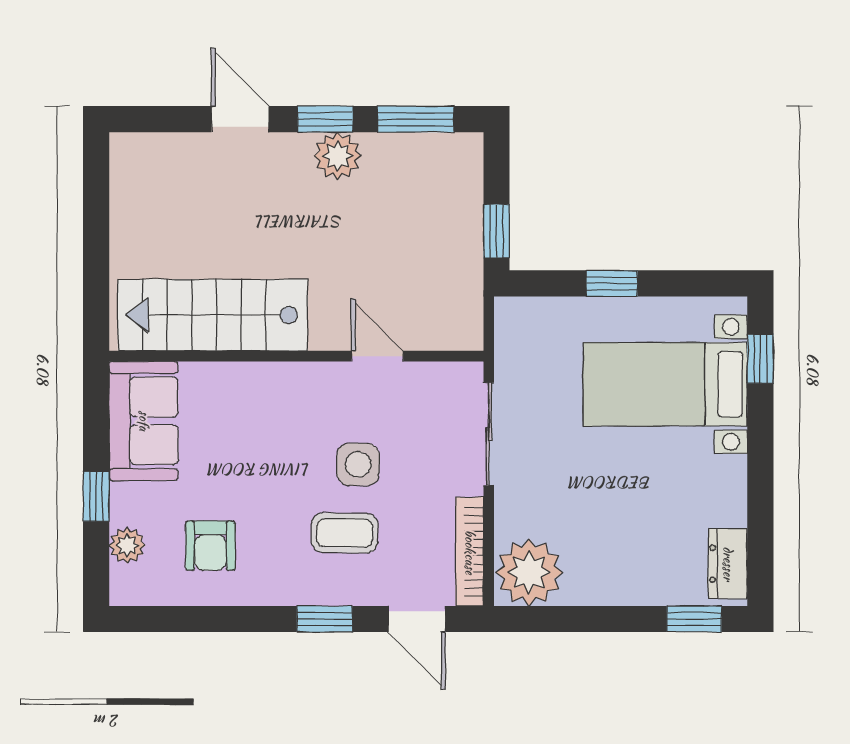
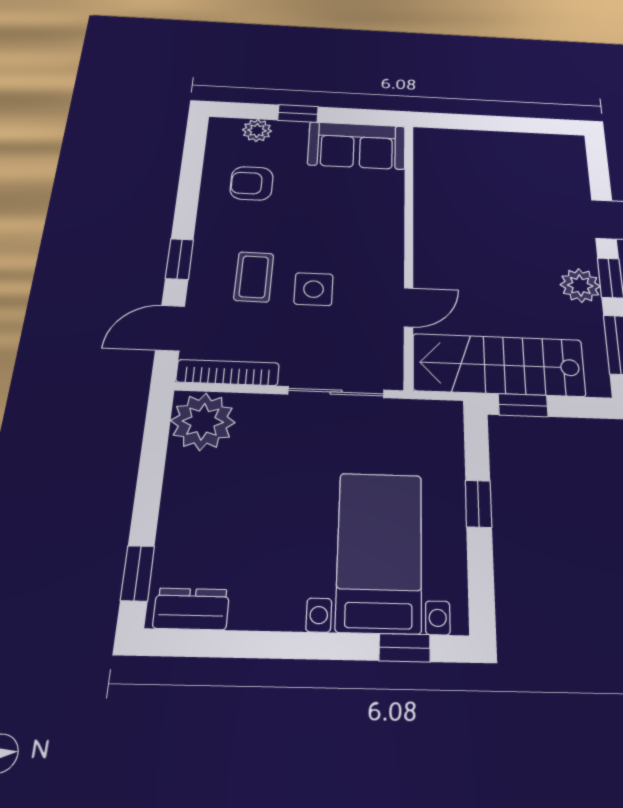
stairs: (213, 315) -> (499, 365), moved, turned -90

